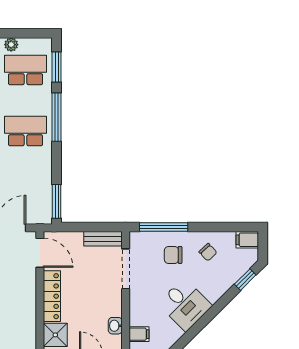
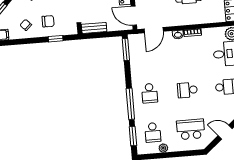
school desk: (26, 70) -> (153, 132), width x0.54
school desk: (26, 131) -> (150, 93), width x0.54
window: (164, 227) -> (56, 39), width x0.46

